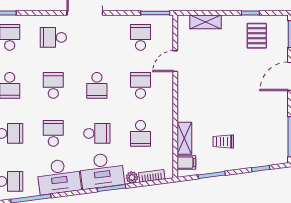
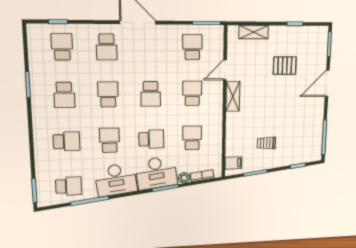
pallet: (257, 36) -> (285, 66), moved, turned 90
school desk: (53, 37) -> (107, 47), turned -90
school desk: (141, 133) -> (192, 138), turned 180
shelving: (184, 138) -> (233, 96), moved

